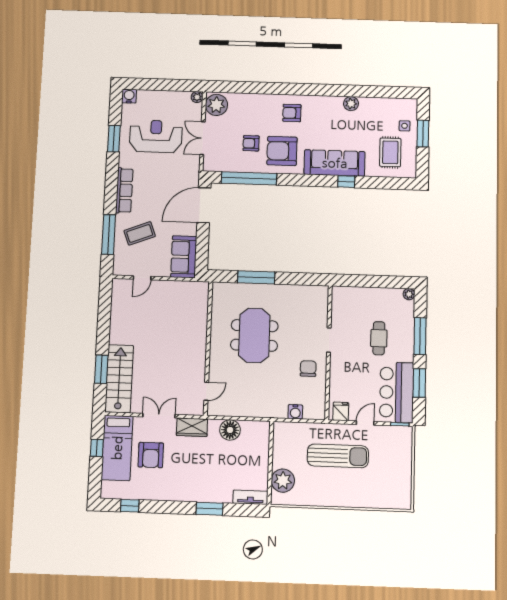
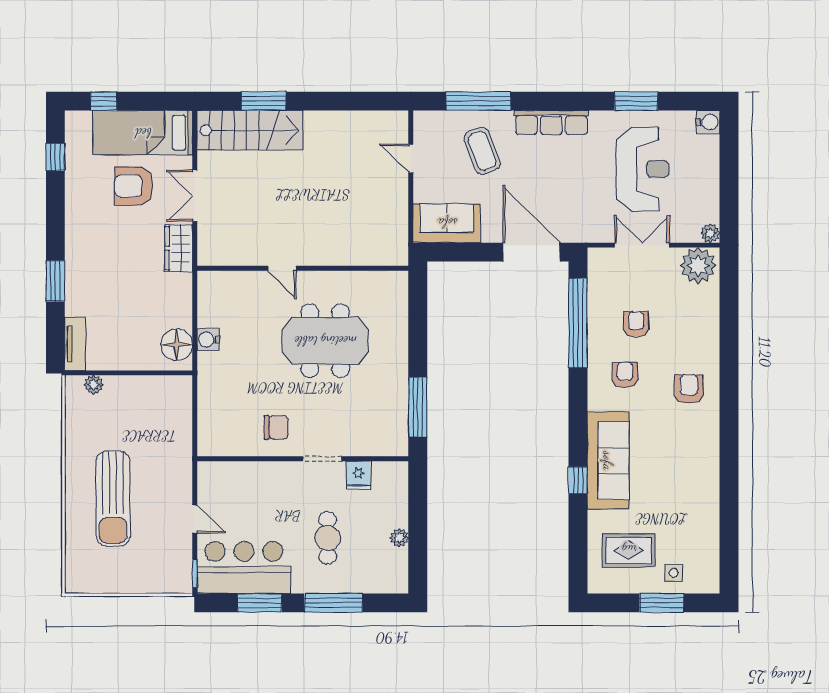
plant: (351, 104) -> (708, 485), removed
armchair: (282, 151) -> (625, 375), width x0.53, depth x0.53
window: (256, 277) -> (418, 407), moved
plant: (409, 294) -> (399, 538), moved
cafe table: (379, 338) -> (328, 538), turned 90
door: (206, 391) -> (282, 268), moved
fridge: (341, 411) -> (358, 475), moved, turned 90
water cooler: (295, 412) -> (208, 340), moved
double door: (159, 416) -> (195, 196), swing flipped
floor lamp: (230, 430) -> (177, 345), moved
window: (97, 448) -> (104, 101), moved
sun lounger: (338, 456) -> (113, 499), moved
plant: (283, 481) -> (94, 385), width x0.53, depth x0.53

